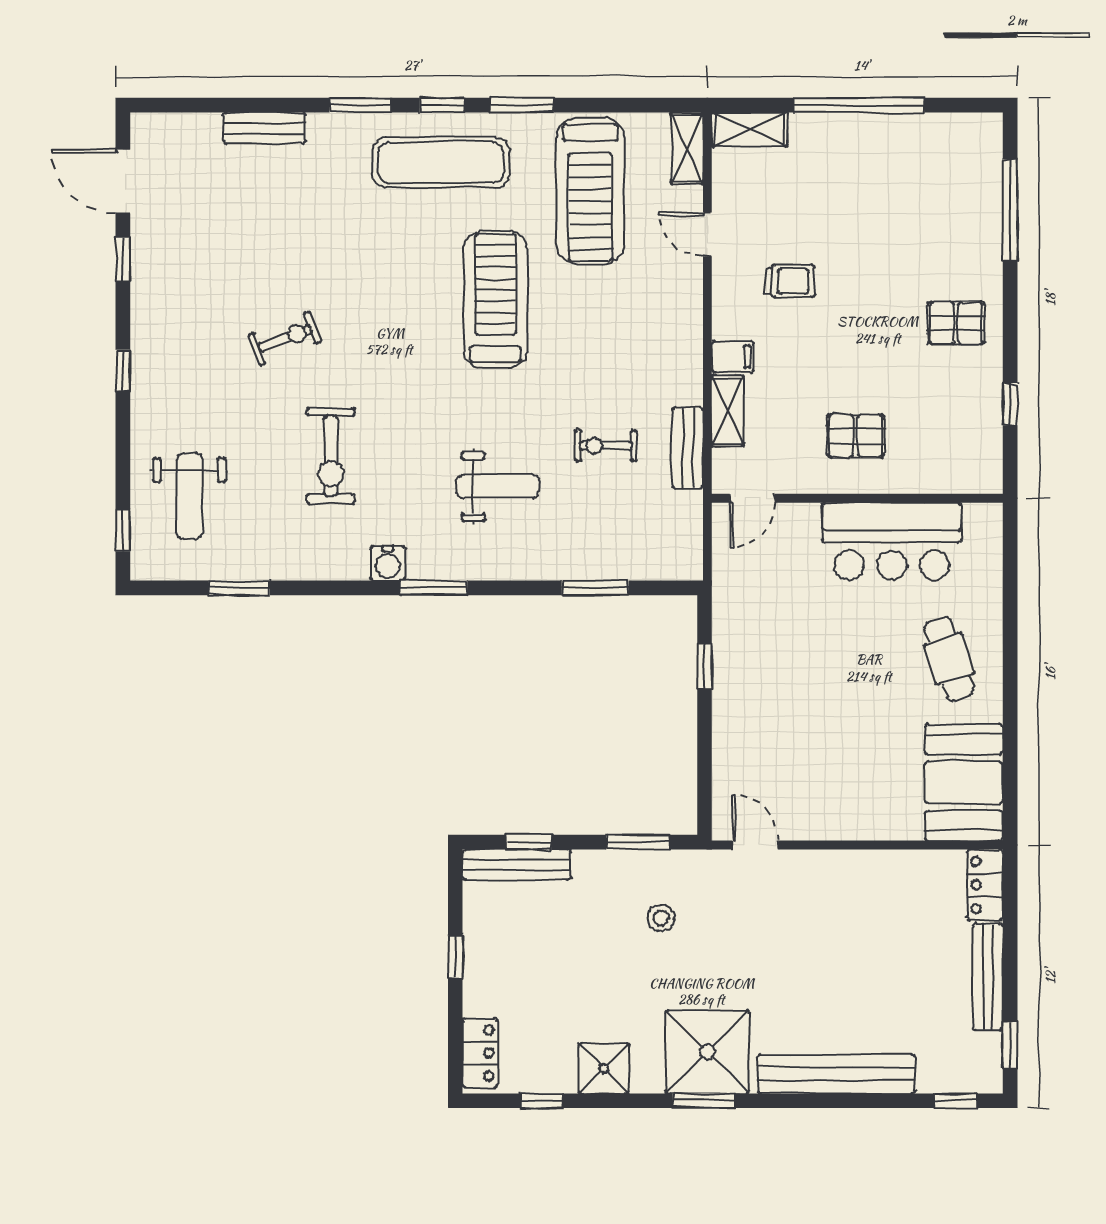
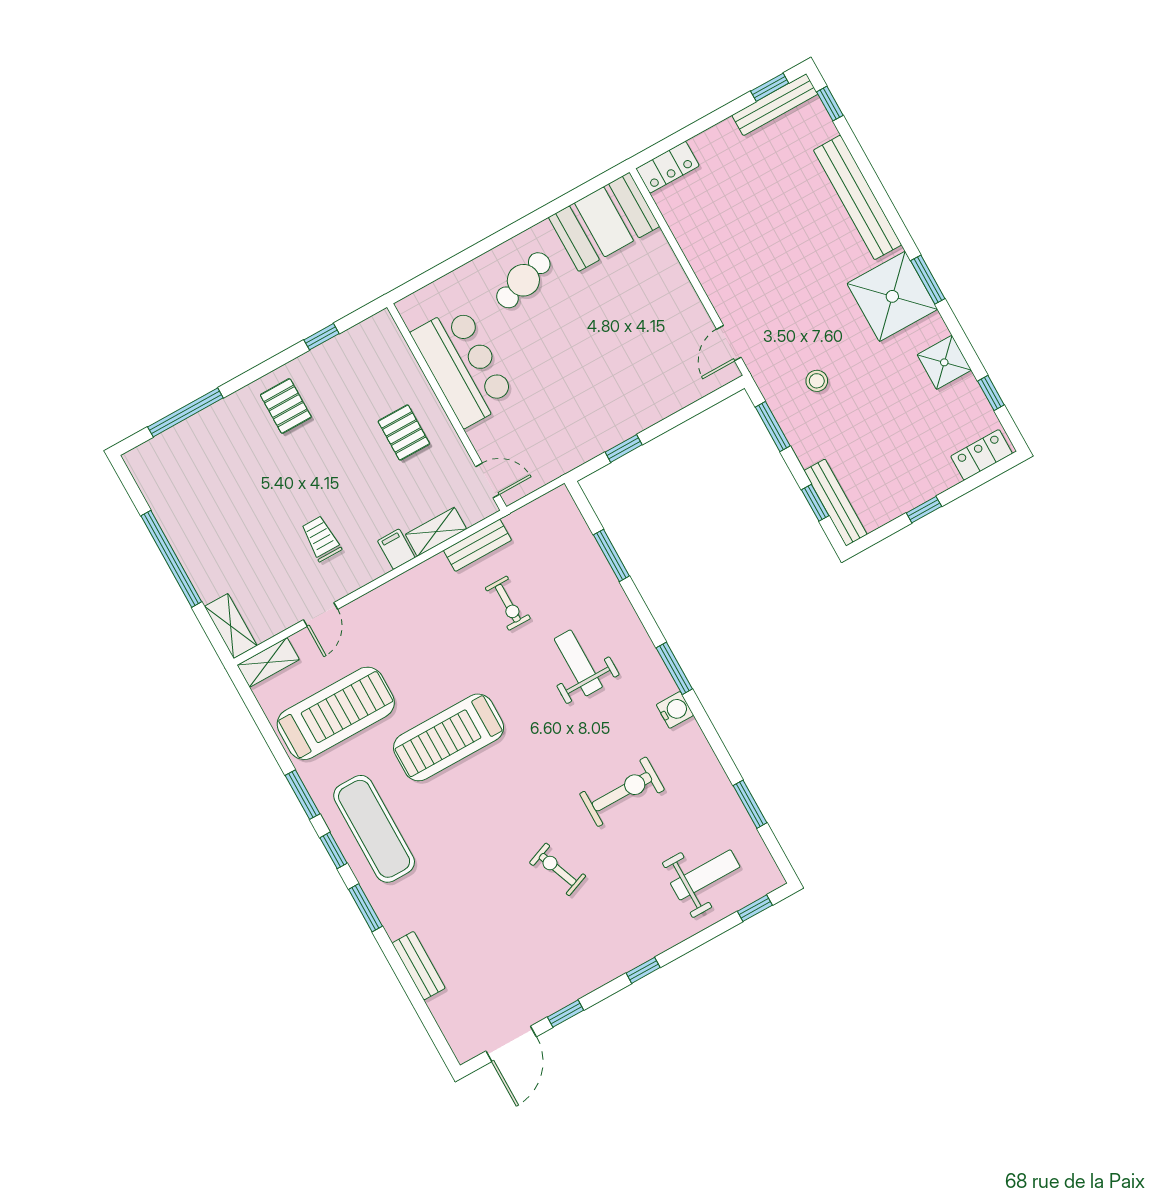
bench: (988, 977) -> (775, 105), moved

